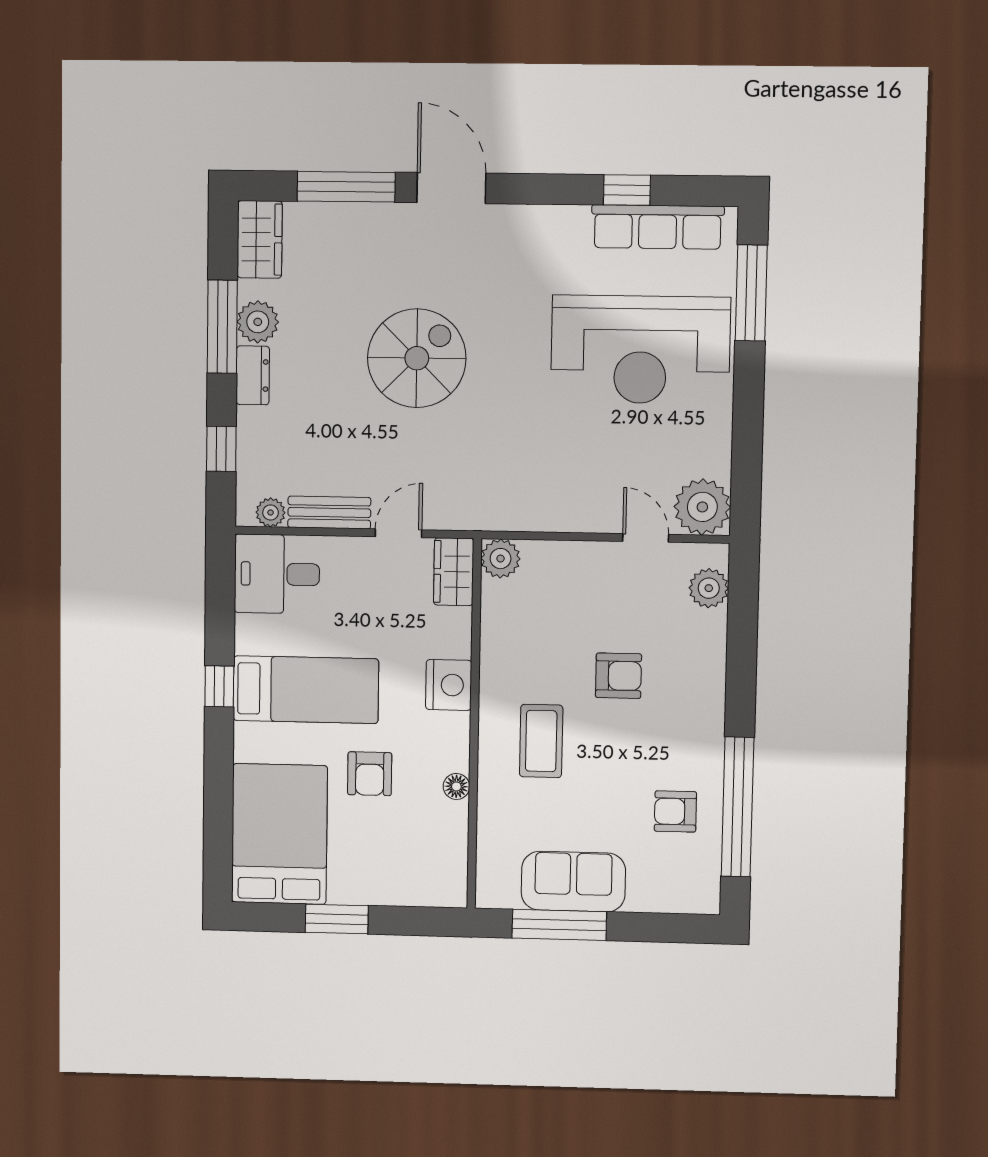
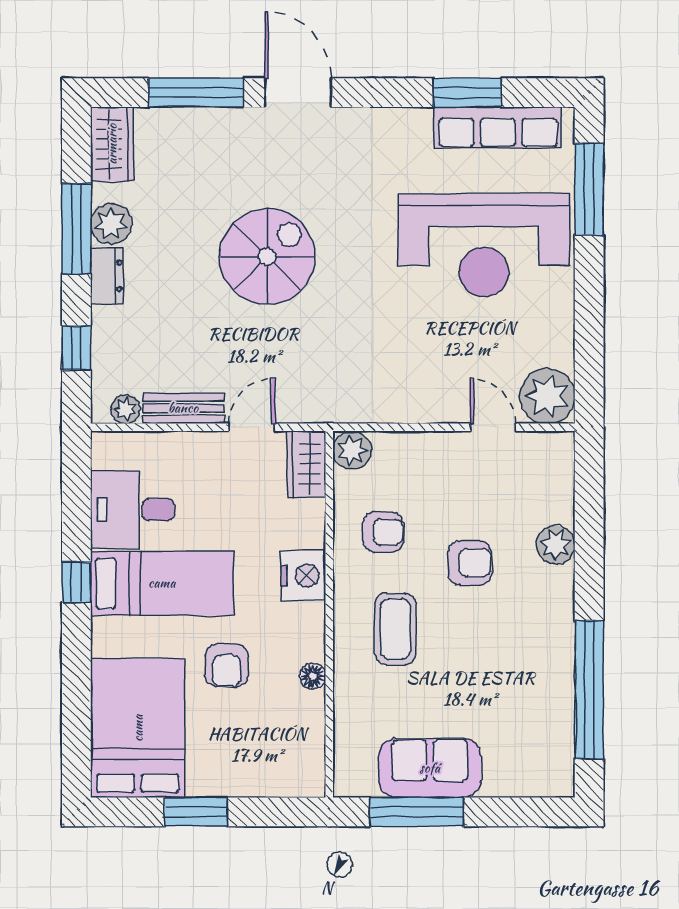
window: (627, 190) -> (467, 93), width x1.50
desk: (277, 574) -> (133, 509), moved
plant: (709, 588) -> (556, 545), moved
armchair: (675, 811) -> (383, 532), moved, turned 180

